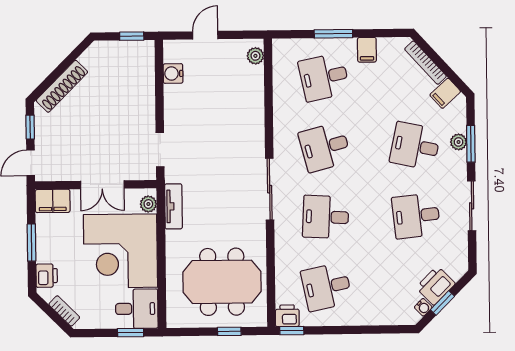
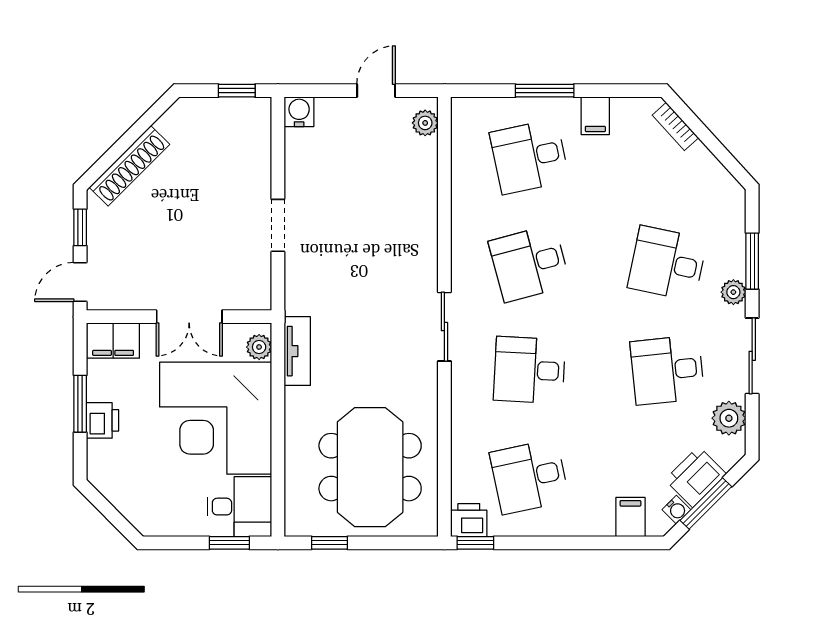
door: (205, 35) -> (376, 91), moved
bookcase: (425, 63) -> (675, 126), width x0.64
water cooler: (173, 73) -> (299, 112), moved, turned 90
filing cabinet: (445, 93) -> (630, 517), moved, turned 132
plant: (459, 142) -> (733, 292), moved
doorway: (160, 150) -> (278, 225), moved
sliding door: (270, 189) -> (444, 327), width x0.73
plant: (457, 247) -> (729, 418), added
printer: (47, 276) -> (102, 420), moved
meeting table: (222, 282) -> (370, 467), turned 90
window: (442, 303) -> (706, 504), width x1.50
bookcase: (64, 311) -> (129, 509), removed
window: (229, 331) -> (329, 543), moved

